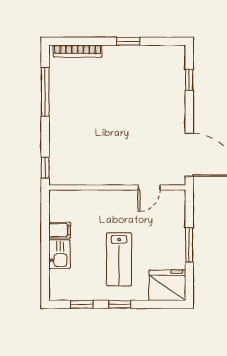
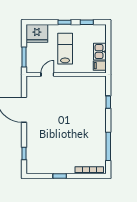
wall: (117, 187) -> (66, 75), moved
door: (149, 187) -> (47, 75), moved

